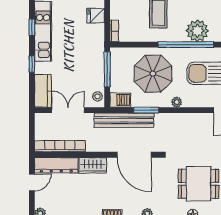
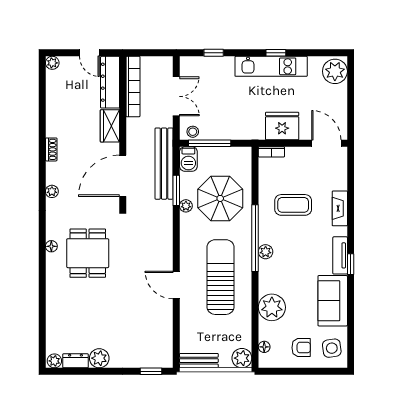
fridge: (96, 16) -> (282, 126), width x1.88, depth x1.34
plant: (197, 31) -> (266, 252), width x0.53, depth x0.53
window: (32, 64) -> (214, 53), moved
window: (107, 69) -> (210, 143), moved
kitchen counter: (43, 91) -> (200, 66), removed
plant: (177, 102) -> (186, 206), moved

